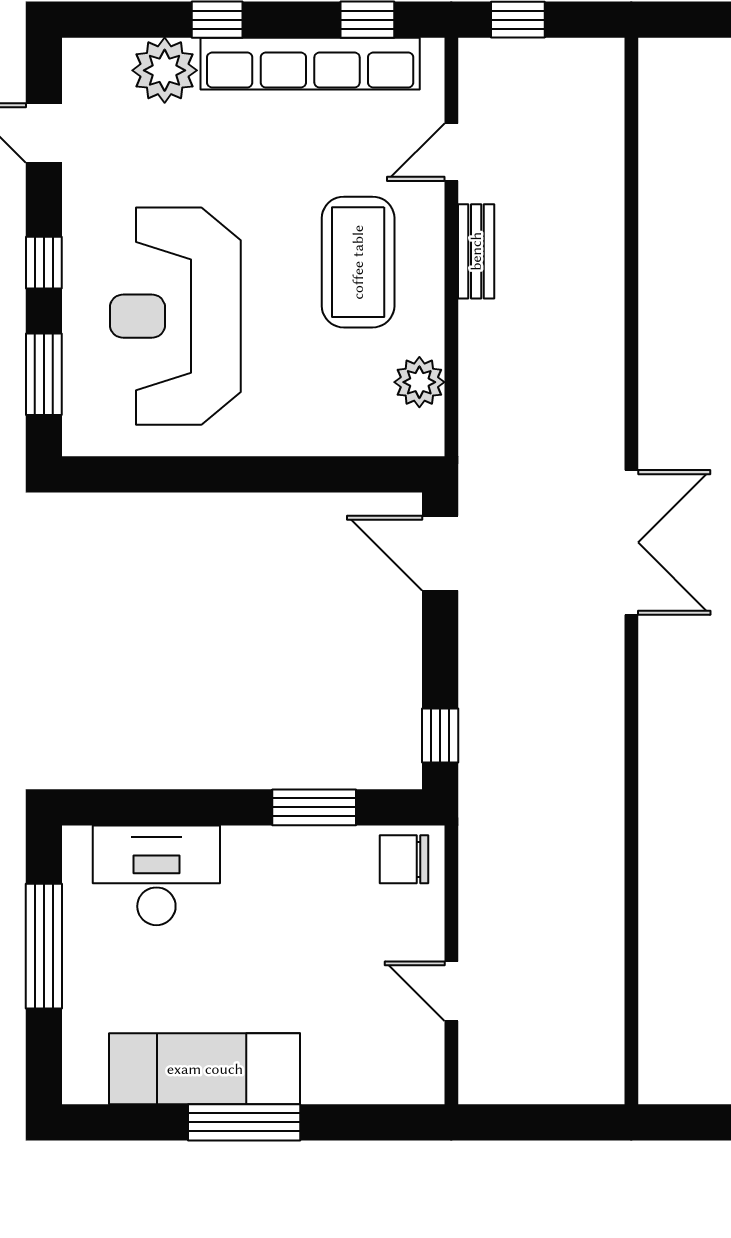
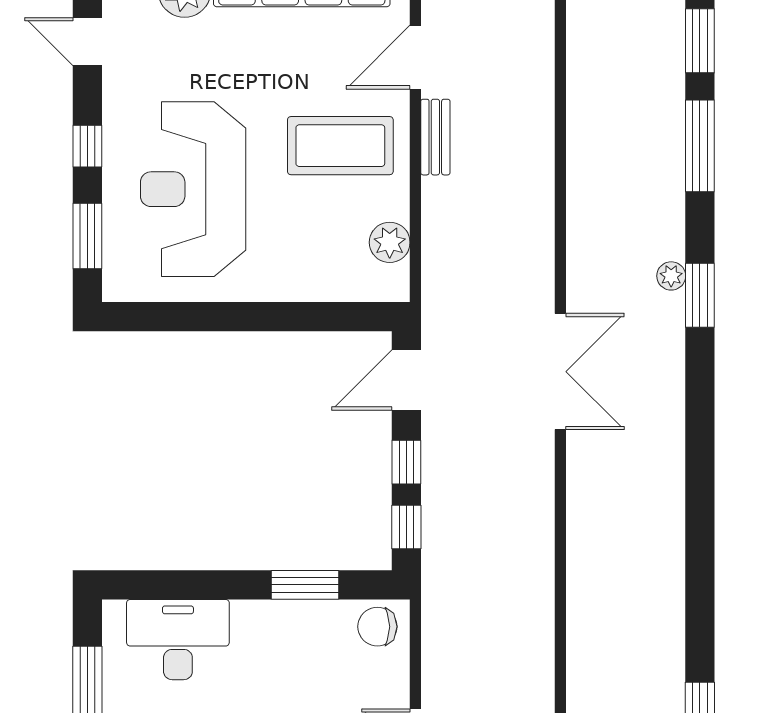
door: (451, 152) -> (415, 57), width x1.38
coffee table: (358, 262) -> (340, 146), turned 90
door: (440, 553) -> (406, 380), hinge flipped
window: (440, 655) -> (406, 462), added

